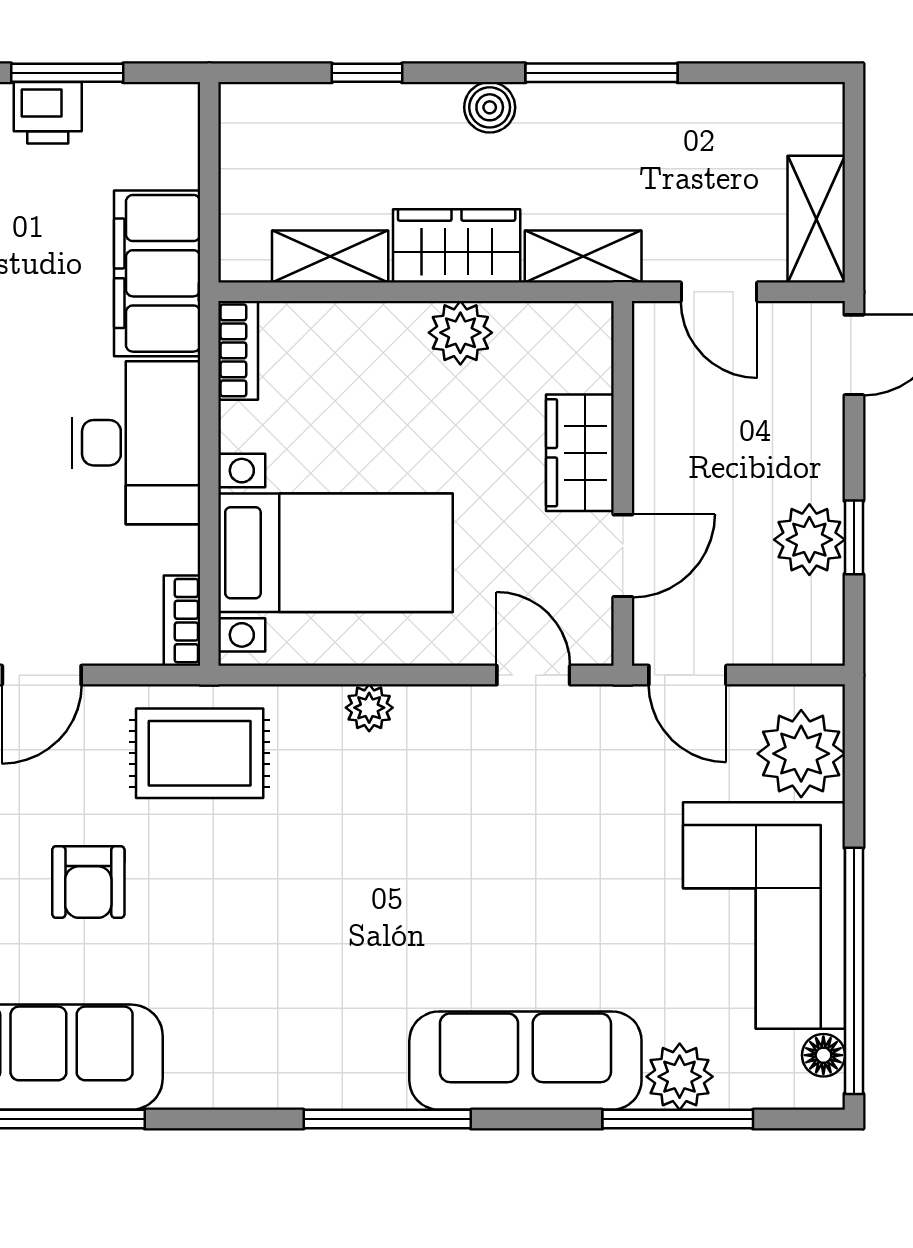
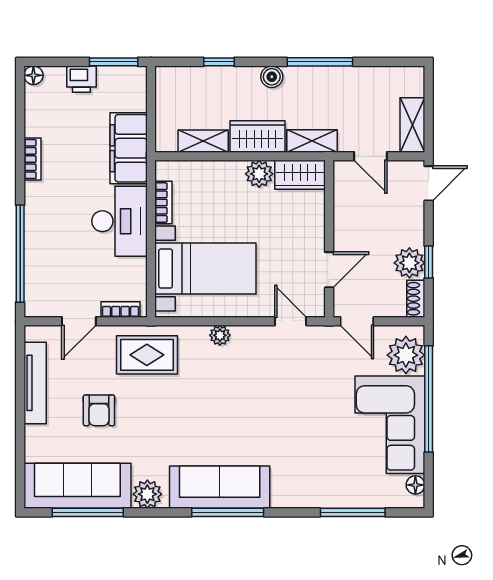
window: (67, 73) -> (114, 62), moved
bookcase: (238, 350) -> (163, 203), moved
wardrobe: (580, 453) -> (300, 175), moved, turned -90
bookcase: (182, 621) -> (120, 309), moved, turned 90
shoe rack: (824, 623) -> (416, 299), added
window: (854, 971) -> (429, 399), moved
sofa: (525, 1061) -> (220, 487), moved
plant: (680, 1077) -> (147, 494), moved

